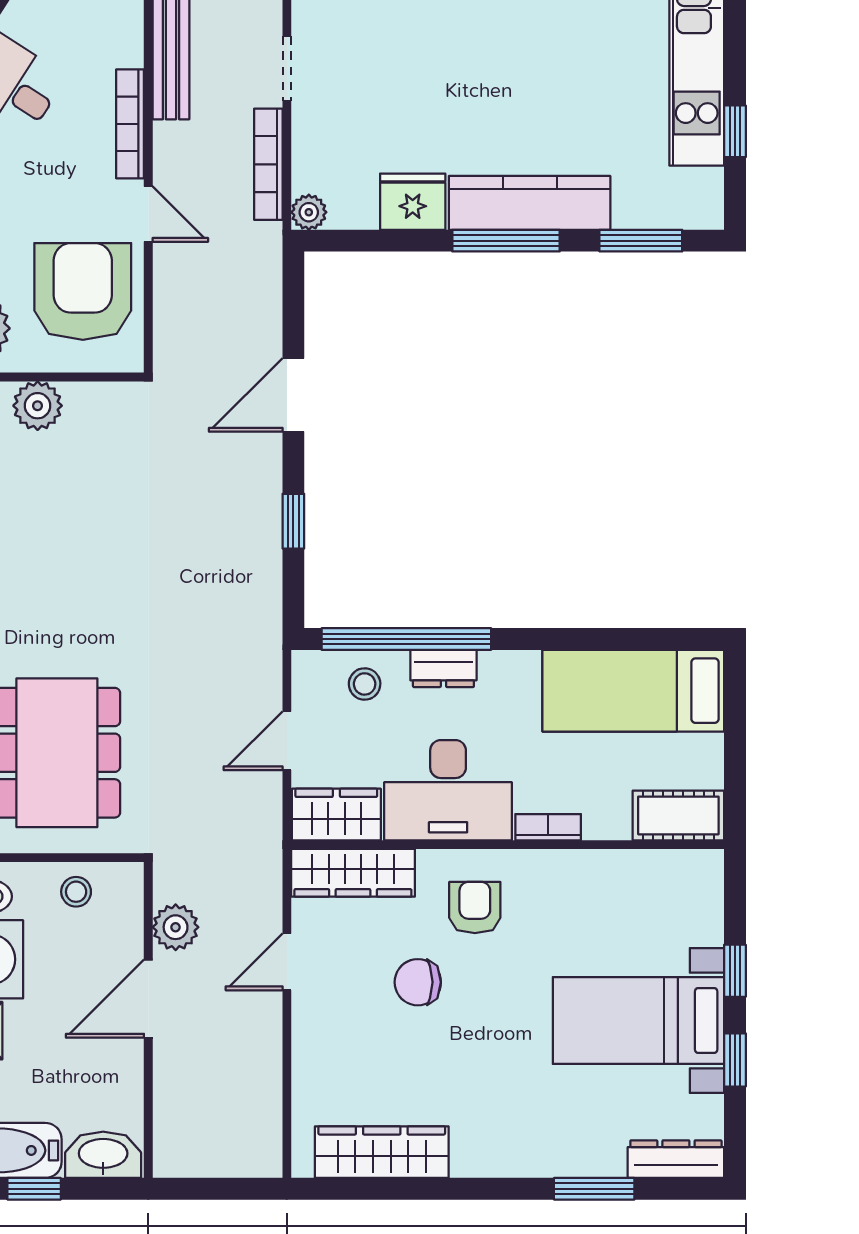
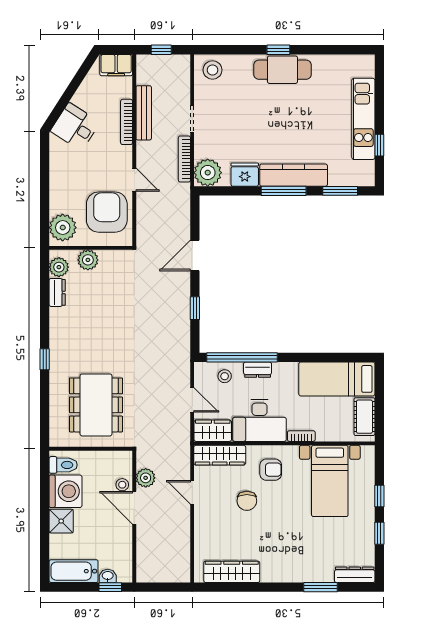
bookcase: (130, 124) -> (127, 122), moved
plant: (309, 212) -> (208, 173), width x1.88, depth x1.88
door: (287, 741) -> (192, 400), swing flipped
cot: (678, 815) -> (364, 417), moved, turned 90
stool: (76, 892) -> (122, 485), moved
armchair: (475, 908) -> (271, 470), turned 90
door: (287, 962) -> (192, 492), hinge flipped
chair: (418, 982) -> (247, 501), turned -90
door: (148, 999) -> (134, 508), hinge flipped
bed with nightstands: (638, 1020) -> (330, 481), moved, turned -90
washbasin: (103, 1155) -> (108, 576), width x0.52, depth x0.69
window: (34, 1189) -> (110, 587), moved

